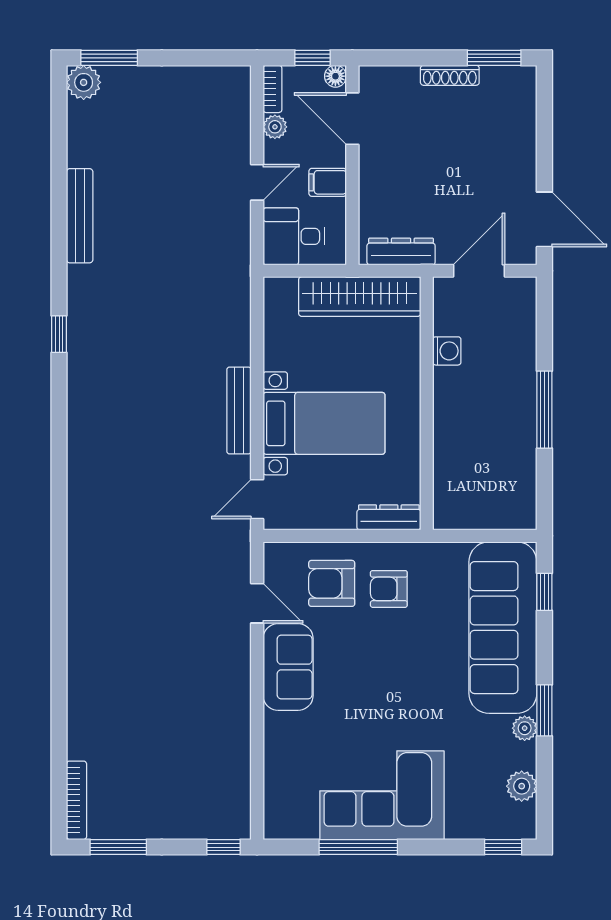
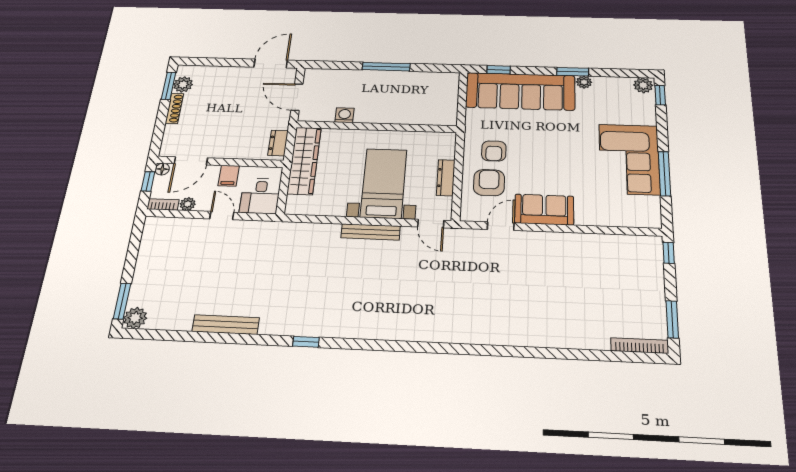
plant: (497, 81) -> (183, 84), added
dresser: (401, 251) -> (278, 143), width x0.70
dresser: (389, 517) -> (446, 178), moved
armchair: (332, 583) -> (489, 183), turned 180
plant: (522, 786) -> (643, 85), moved

